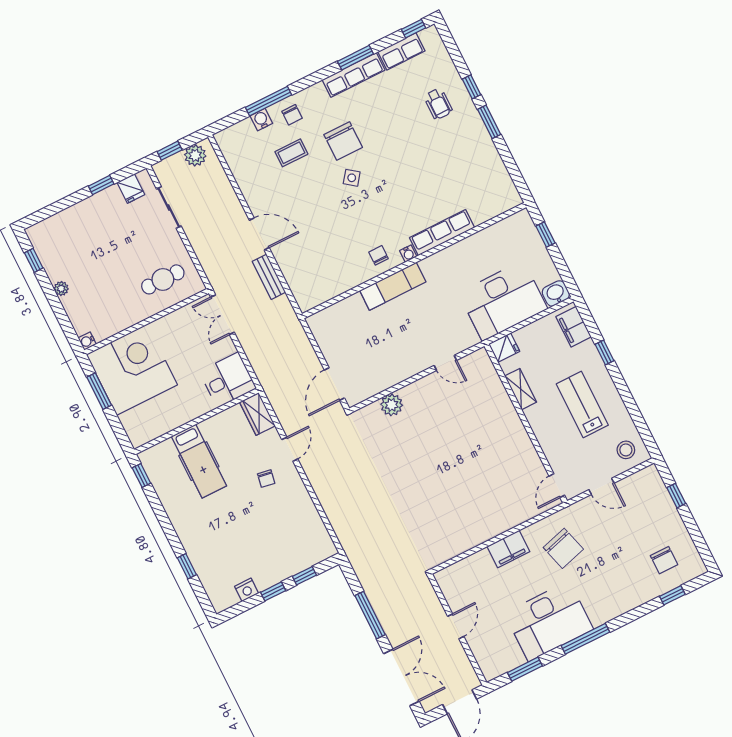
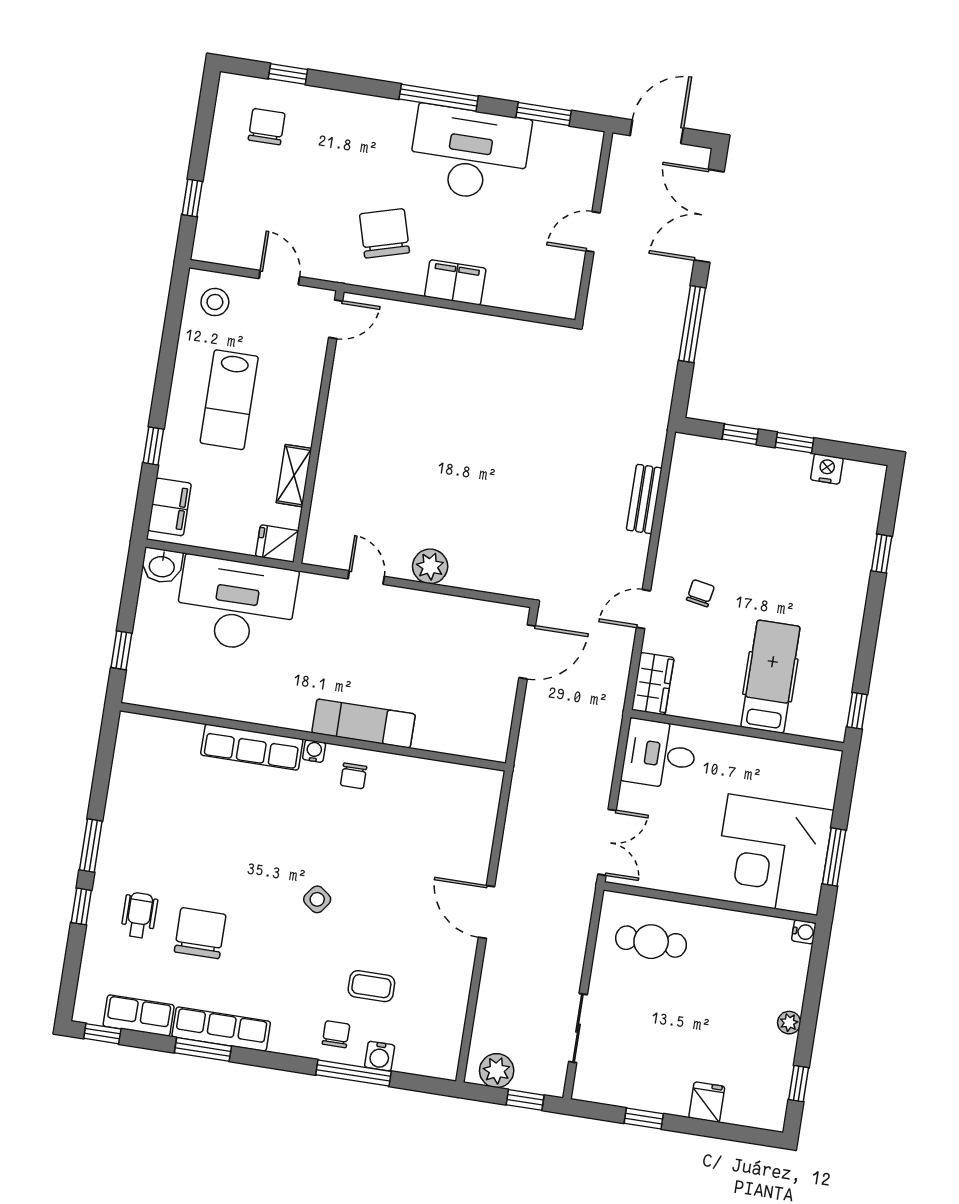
chair: (343, 141) -> (200, 933), moved
fridge: (131, 189) -> (707, 1102), moved
bench: (269, 277) -> (644, 499), moved
plant: (392, 405) -> (430, 566), moved

